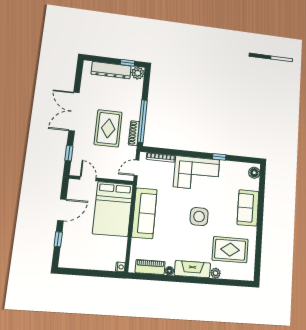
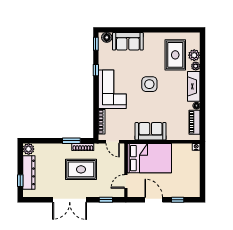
window: (128, 63) -> (20, 181), moved
window: (142, 121) -> (71, 141), width x0.47
window: (248, 160) -> (96, 44), added
sofa: (248, 208) -> (128, 41), moved
sofa: (144, 213) -> (151, 131), width x0.73
plant: (228, 272) -> (194, 55), added

